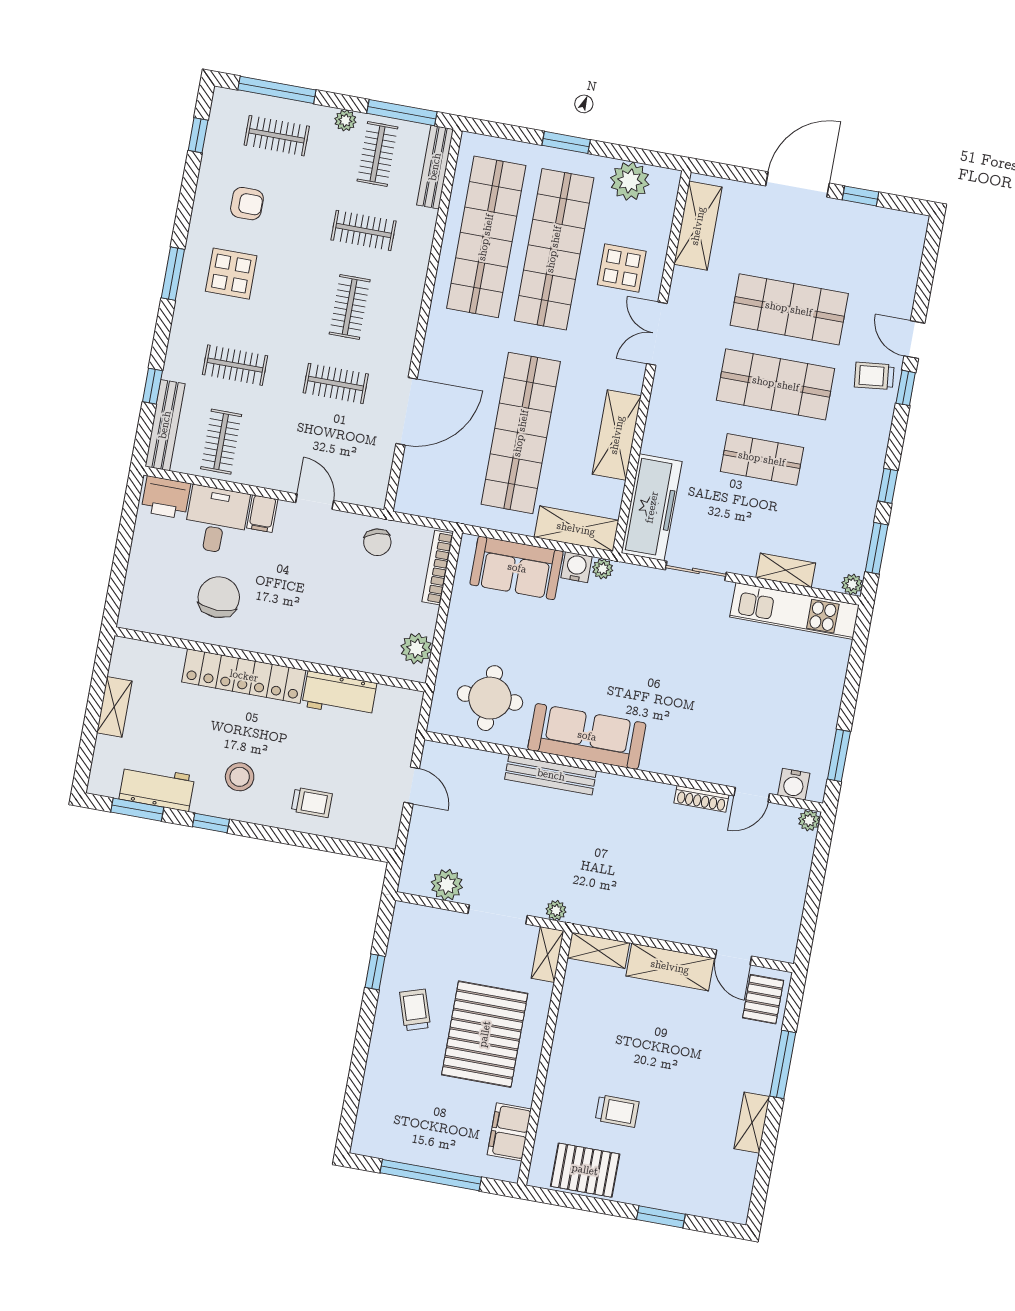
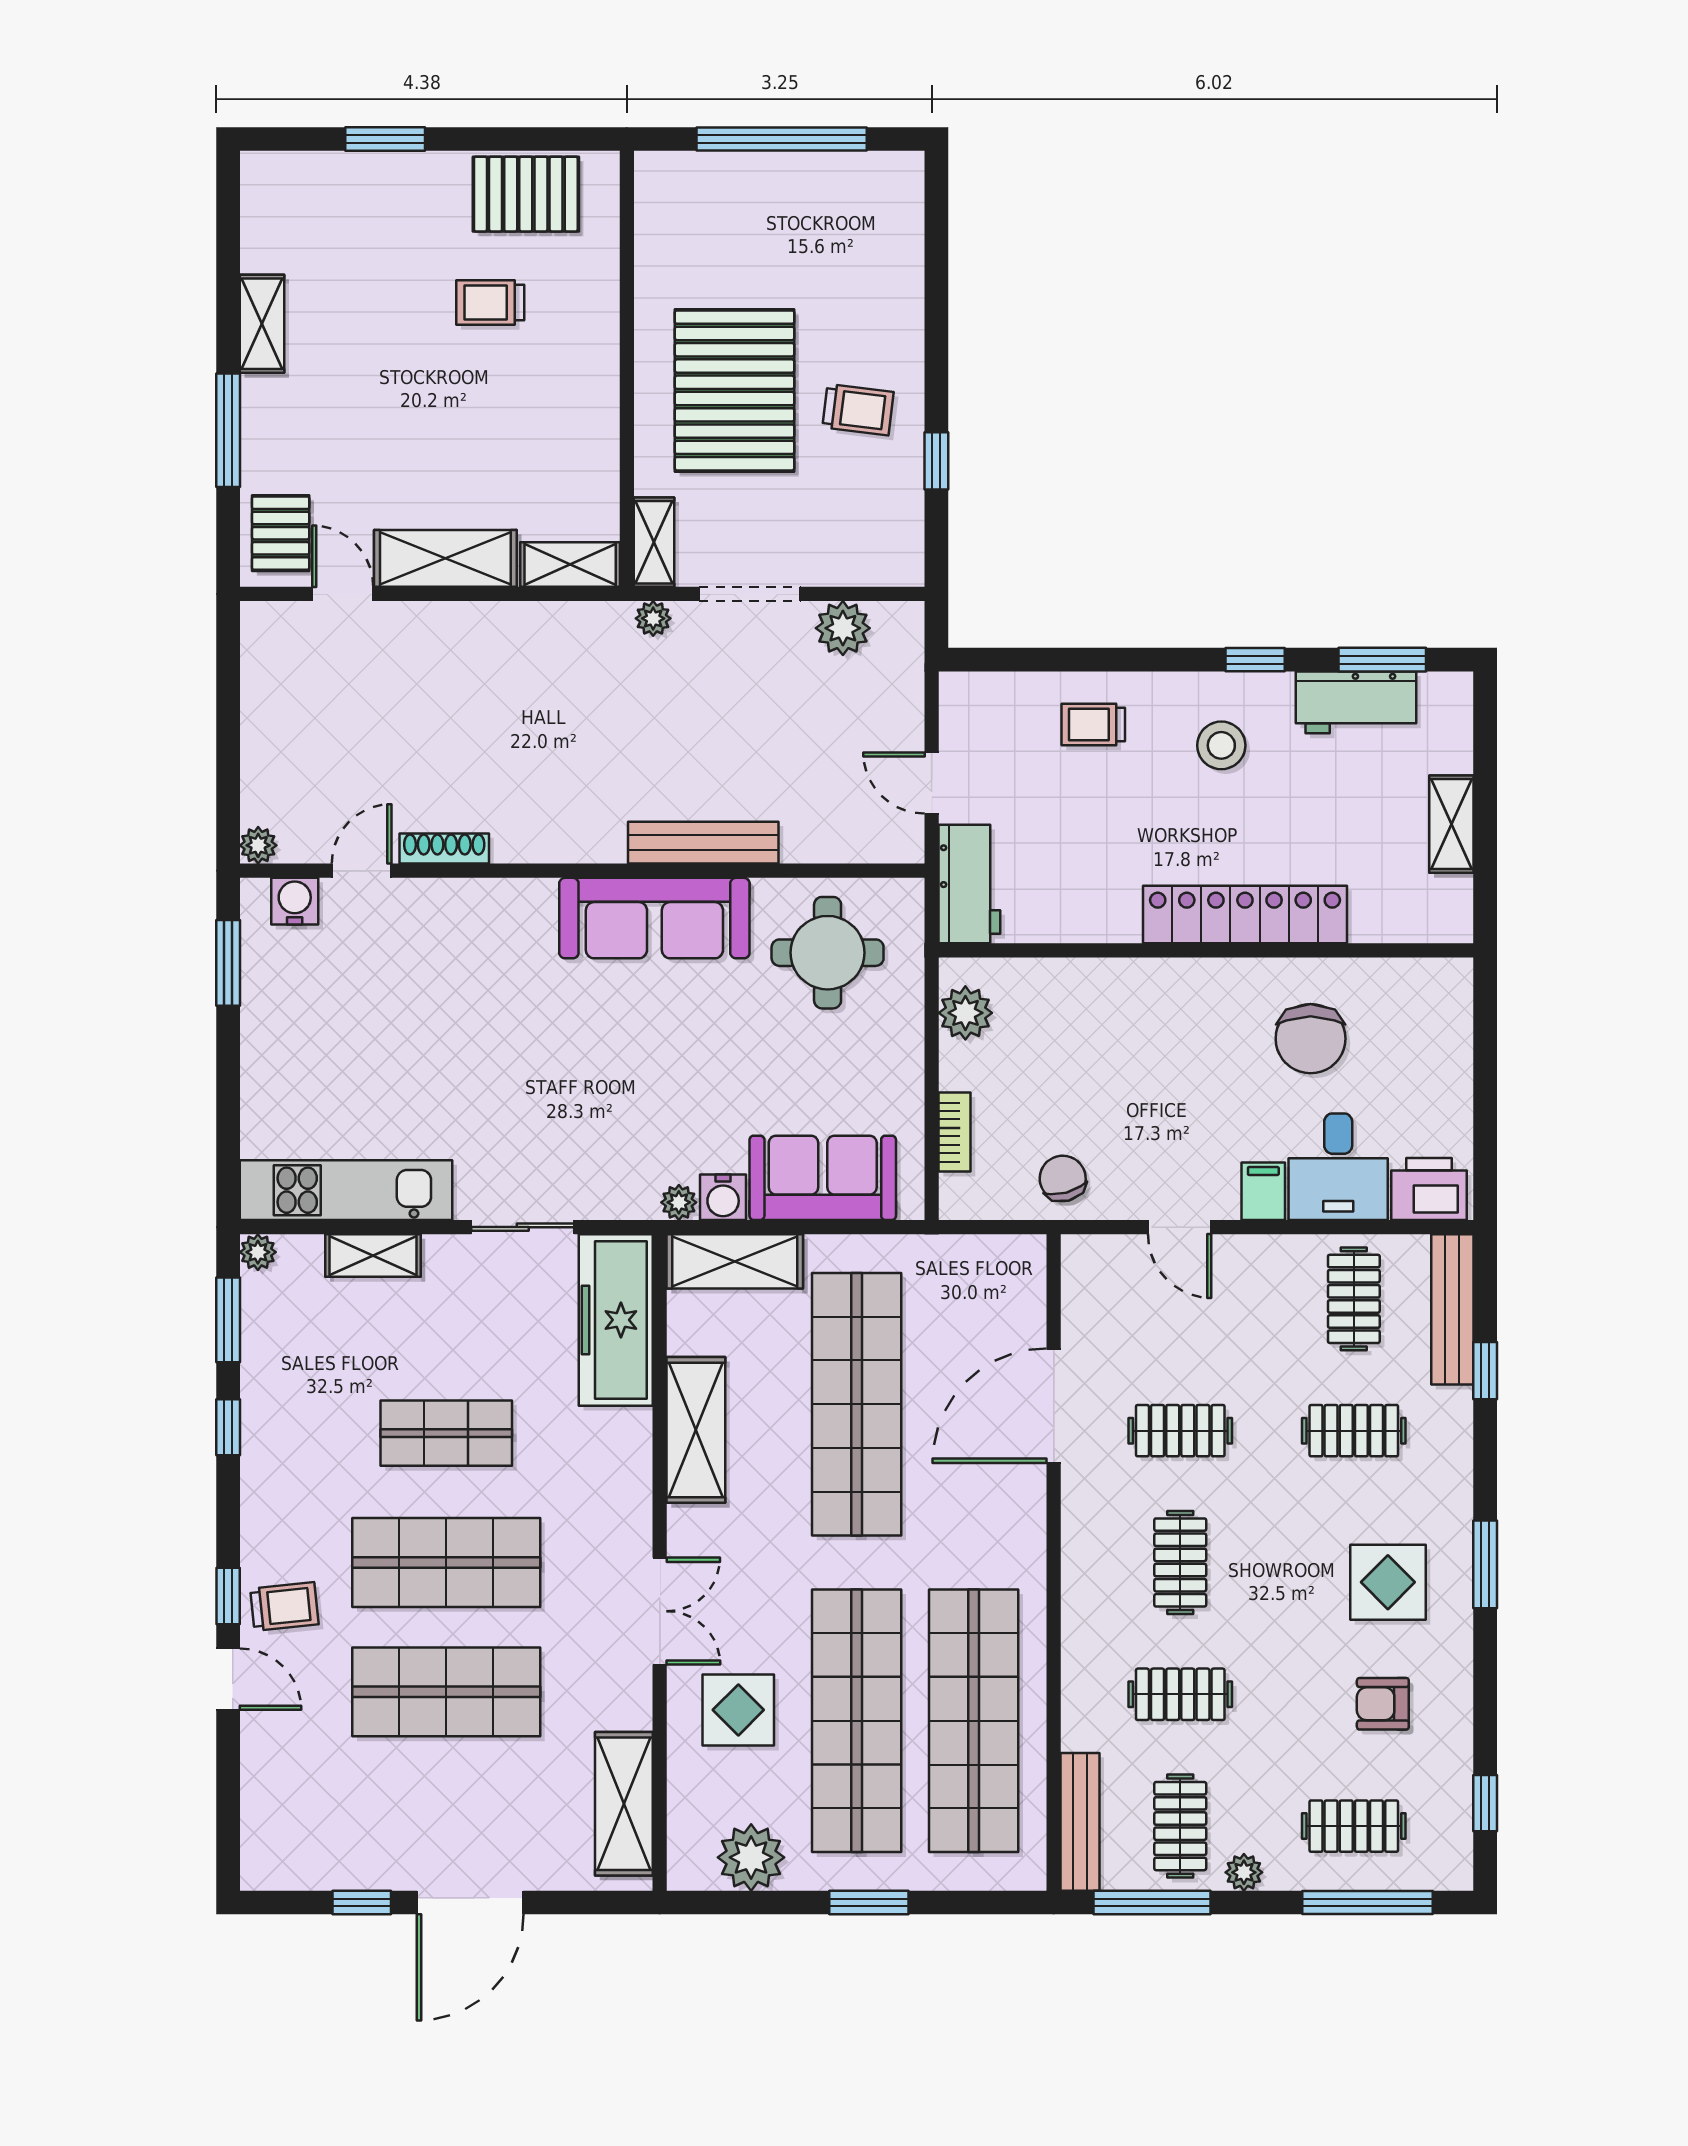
bookcase: (438, 568) -> (955, 1132), width x0.64
workbench: (339, 695) -> (969, 884), moved, turned 90
trolley: (415, 1010) -> (858, 410), turned -65
filing cabinet: (509, 1132) -> (664, 235), removed

